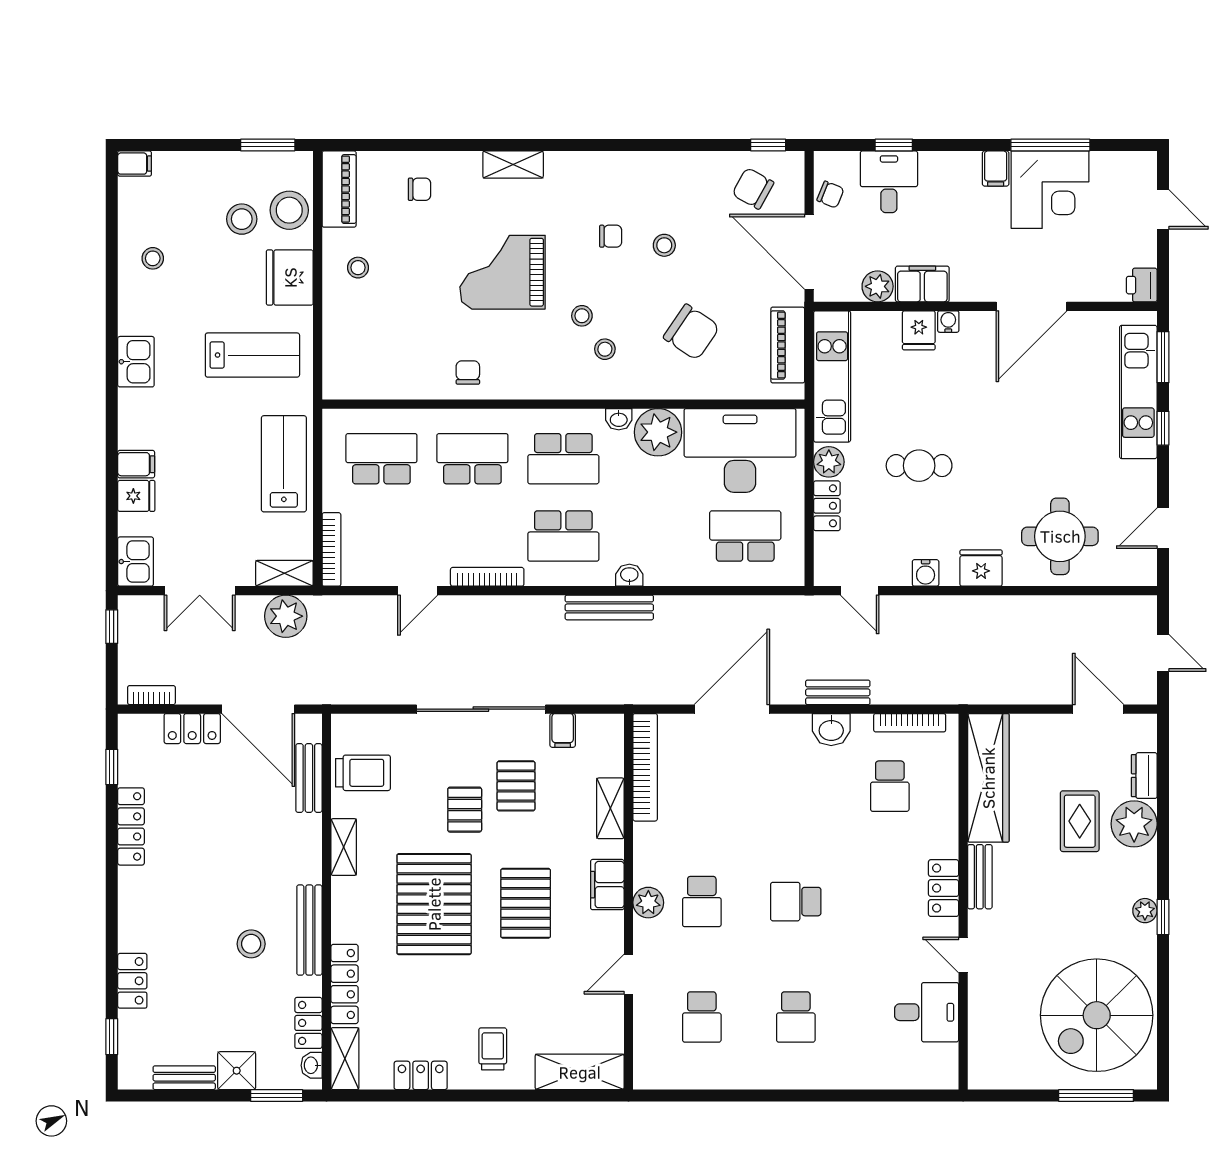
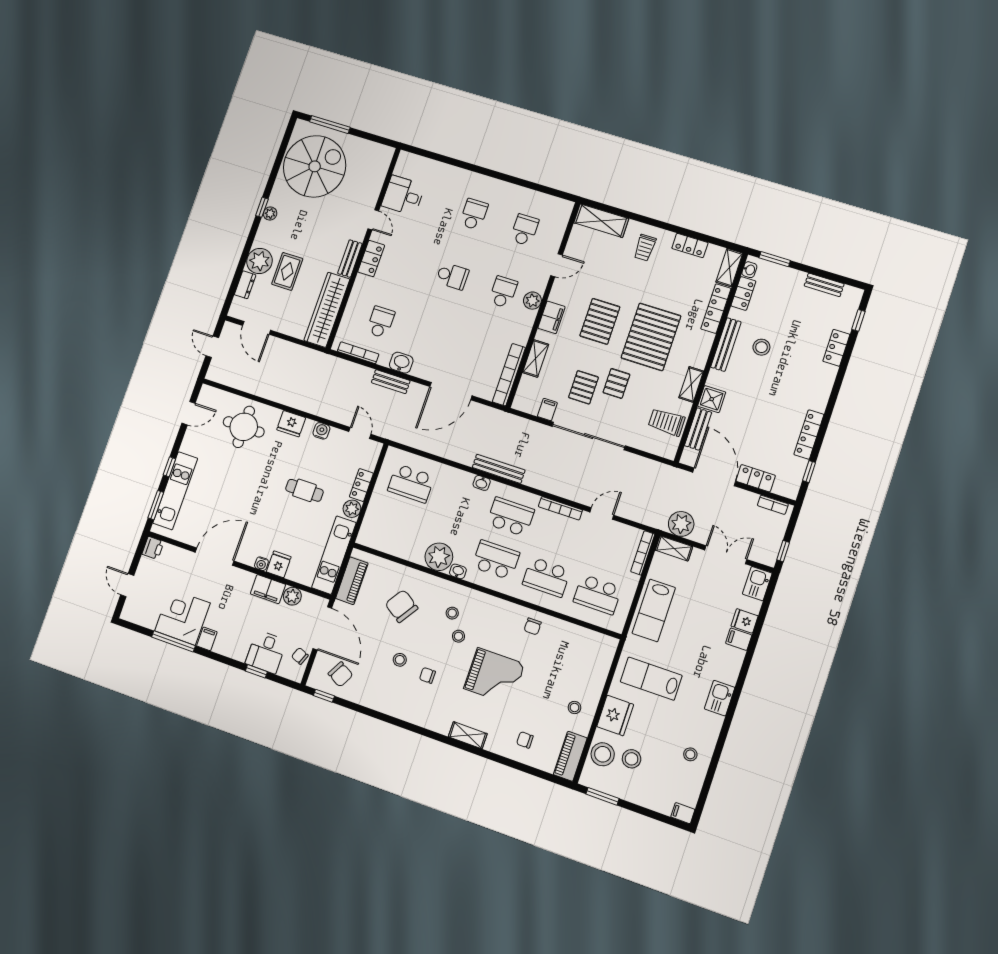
desk: (740, 450) -> (398, 531), removed
shower: (237, 1071) -> (712, 399), moved

